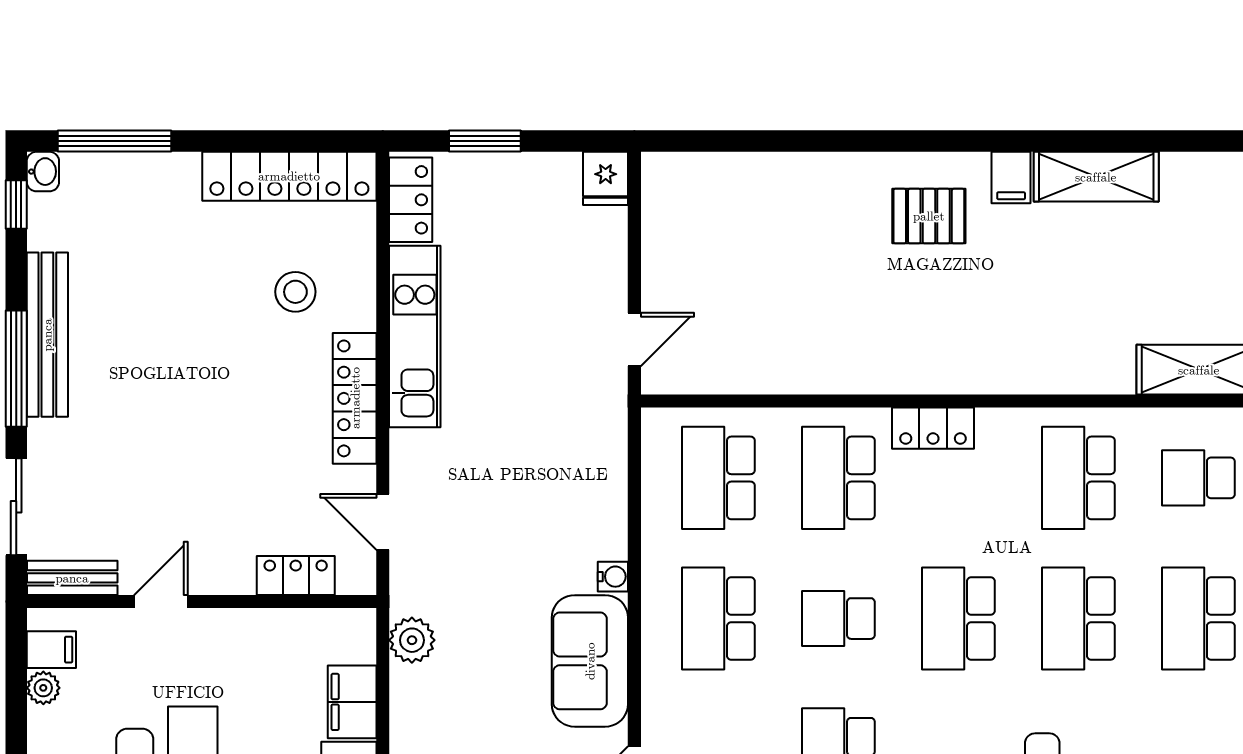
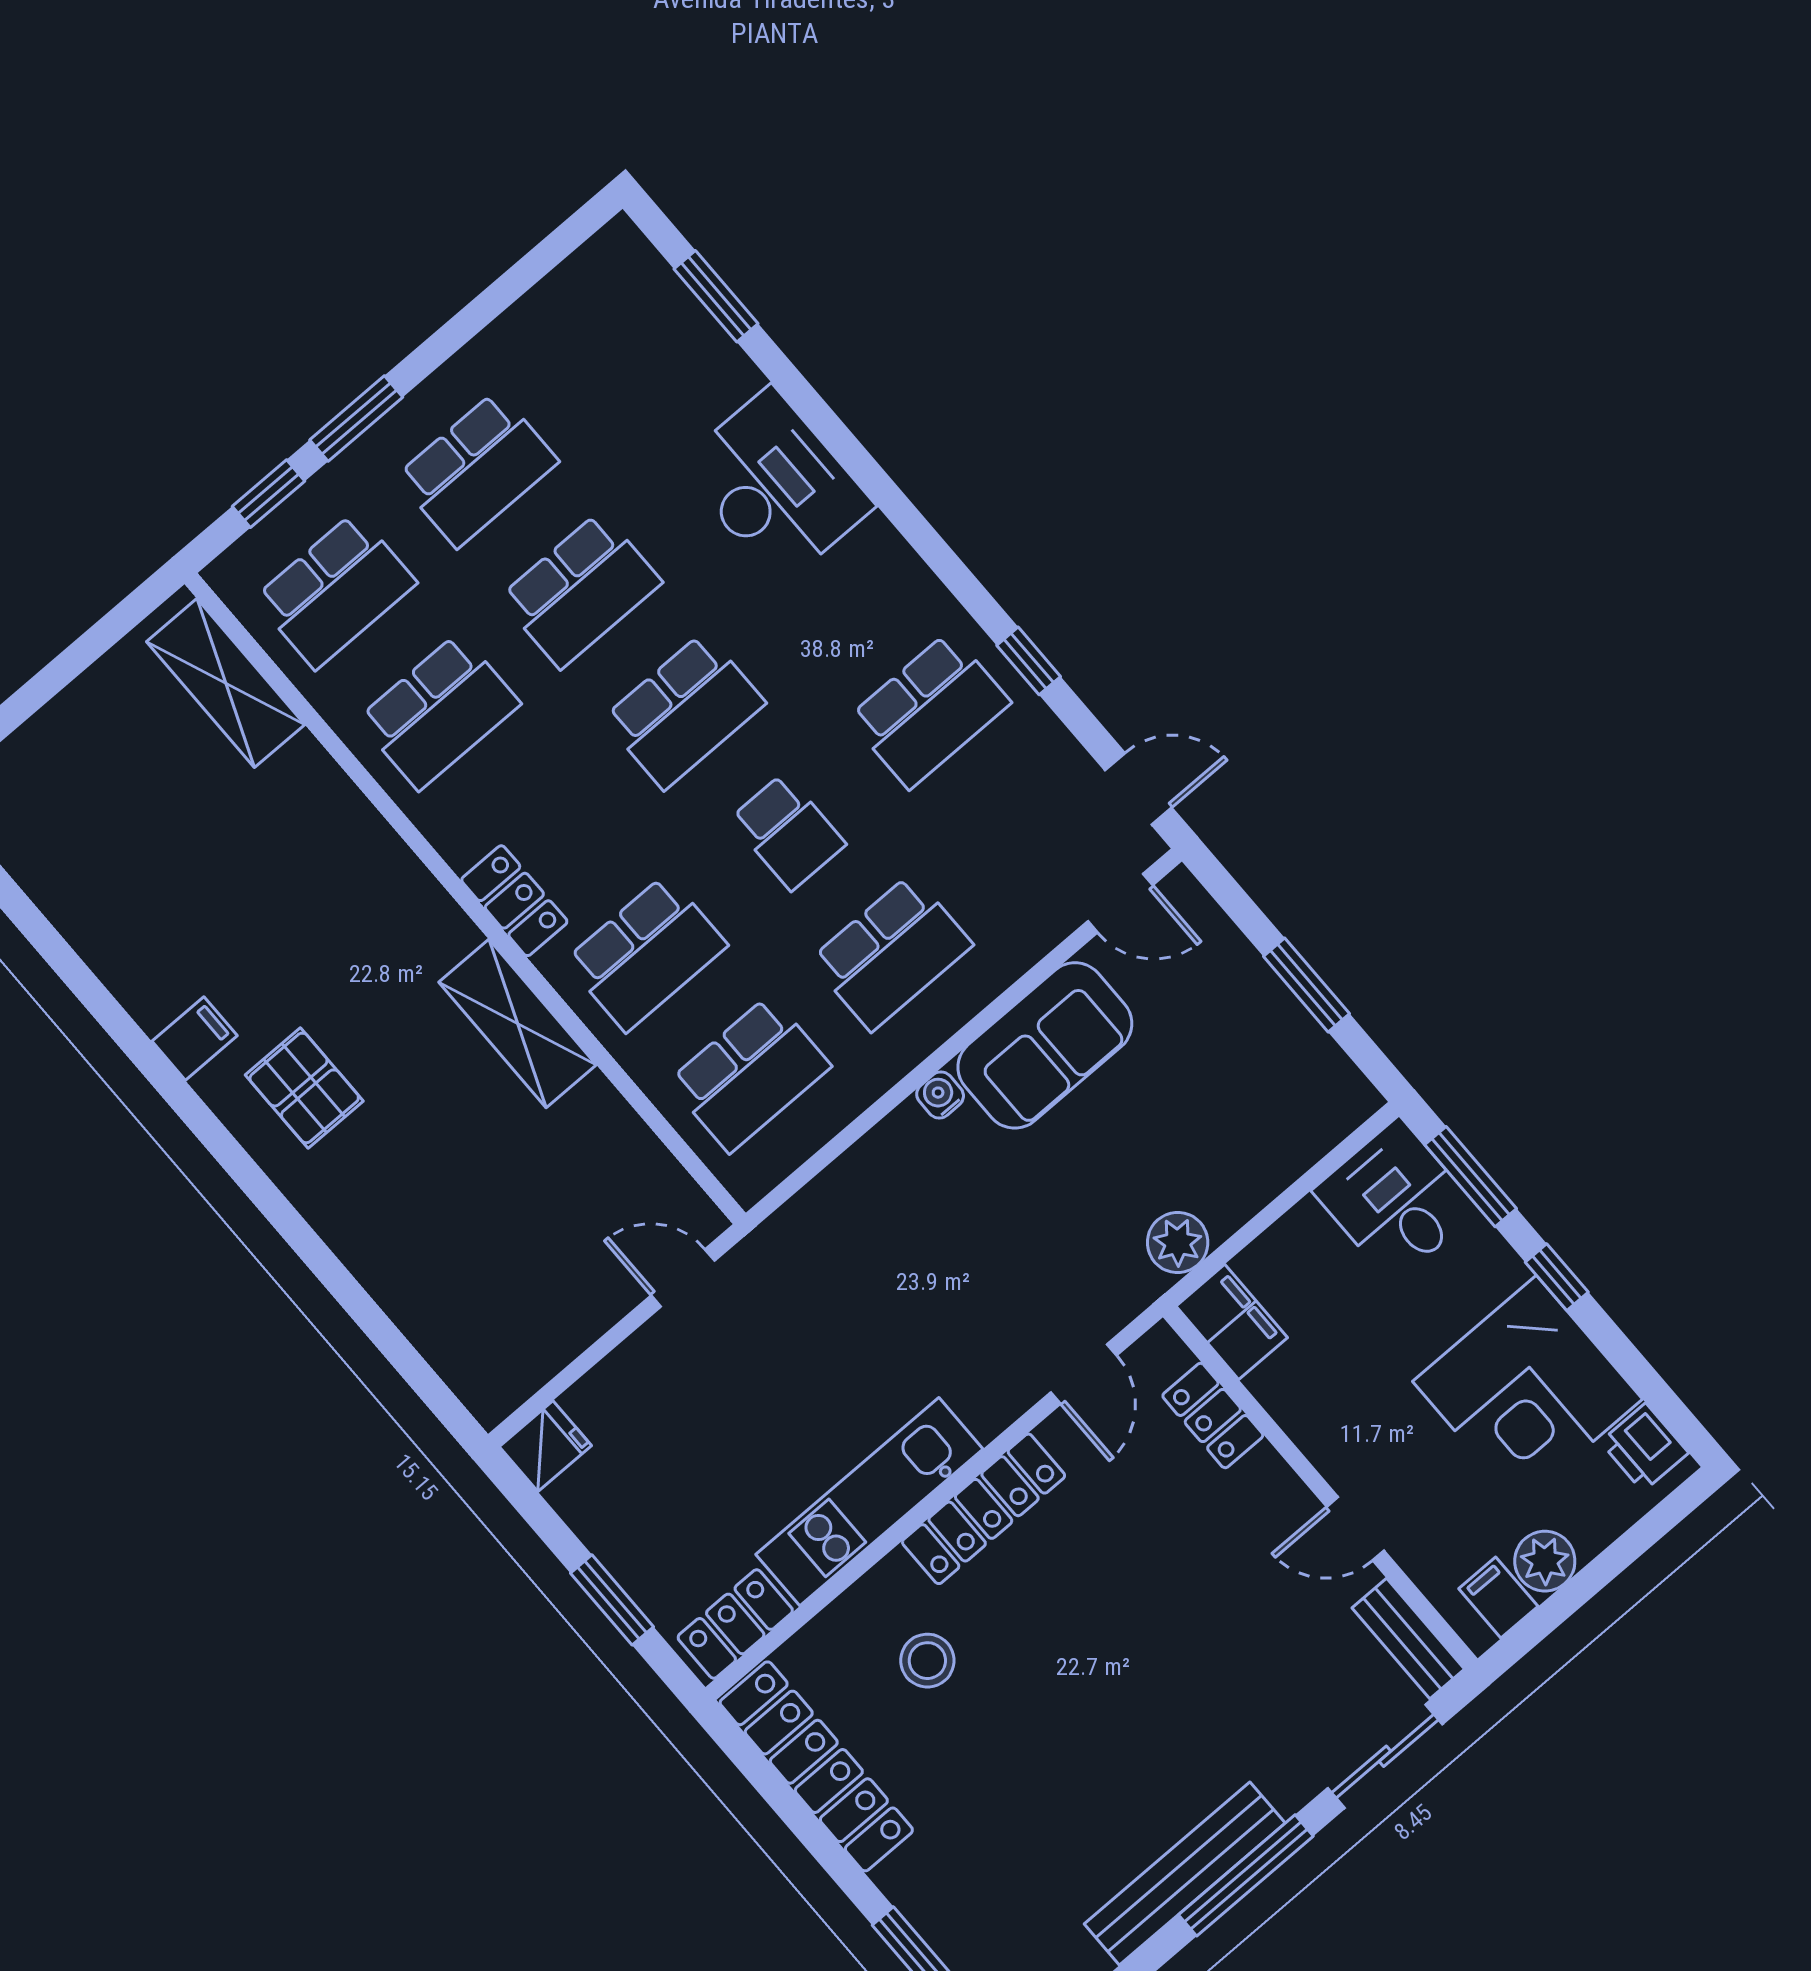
shelving: (1096, 177) -> (517, 1023), moved
school desk: (1198, 478) -> (335, 591), width x1.85
plant: (43, 688) -> (1545, 1561), width x1.38, depth x1.38
filing cabinet: (352, 702) -> (1232, 1322), moved, turned -90

